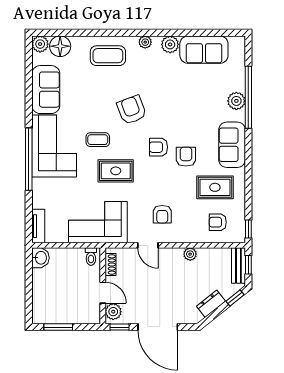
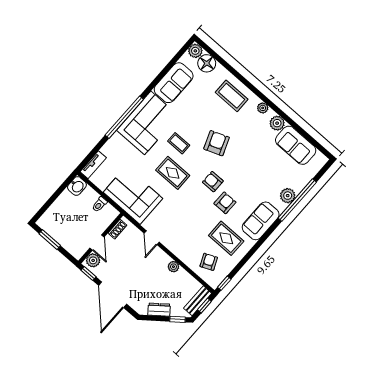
armchair: (162, 214) -> (178, 226), removed
armchair: (218, 222) -> (209, 262), turned 66
toilet: (91, 256) -> (100, 204), moved

